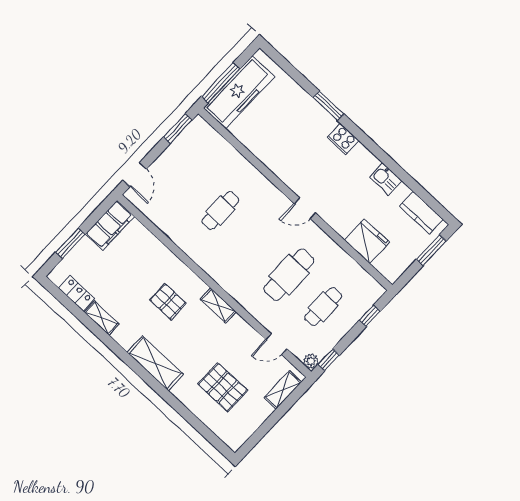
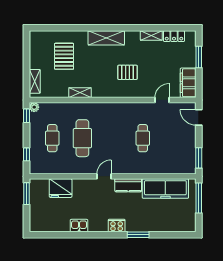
freezer: (239, 92) -> (165, 189), moved, turned -90
kitchen counter: (421, 213) -> (128, 185), moved, turned 180
window: (431, 250) -> (26, 194), moved
shelving: (218, 305) -> (80, 93), moved
door: (276, 344) -> (162, 100), moved
pallet: (223, 387) -> (64, 56), turned 90

